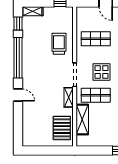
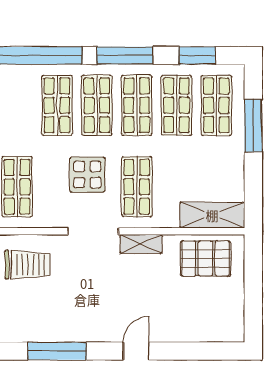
trolley: (59, 44) -> (27, 265), turned 180
window: (18, 58) -> (57, 351), width x0.68
shelving: (82, 119) -> (212, 215), moved

